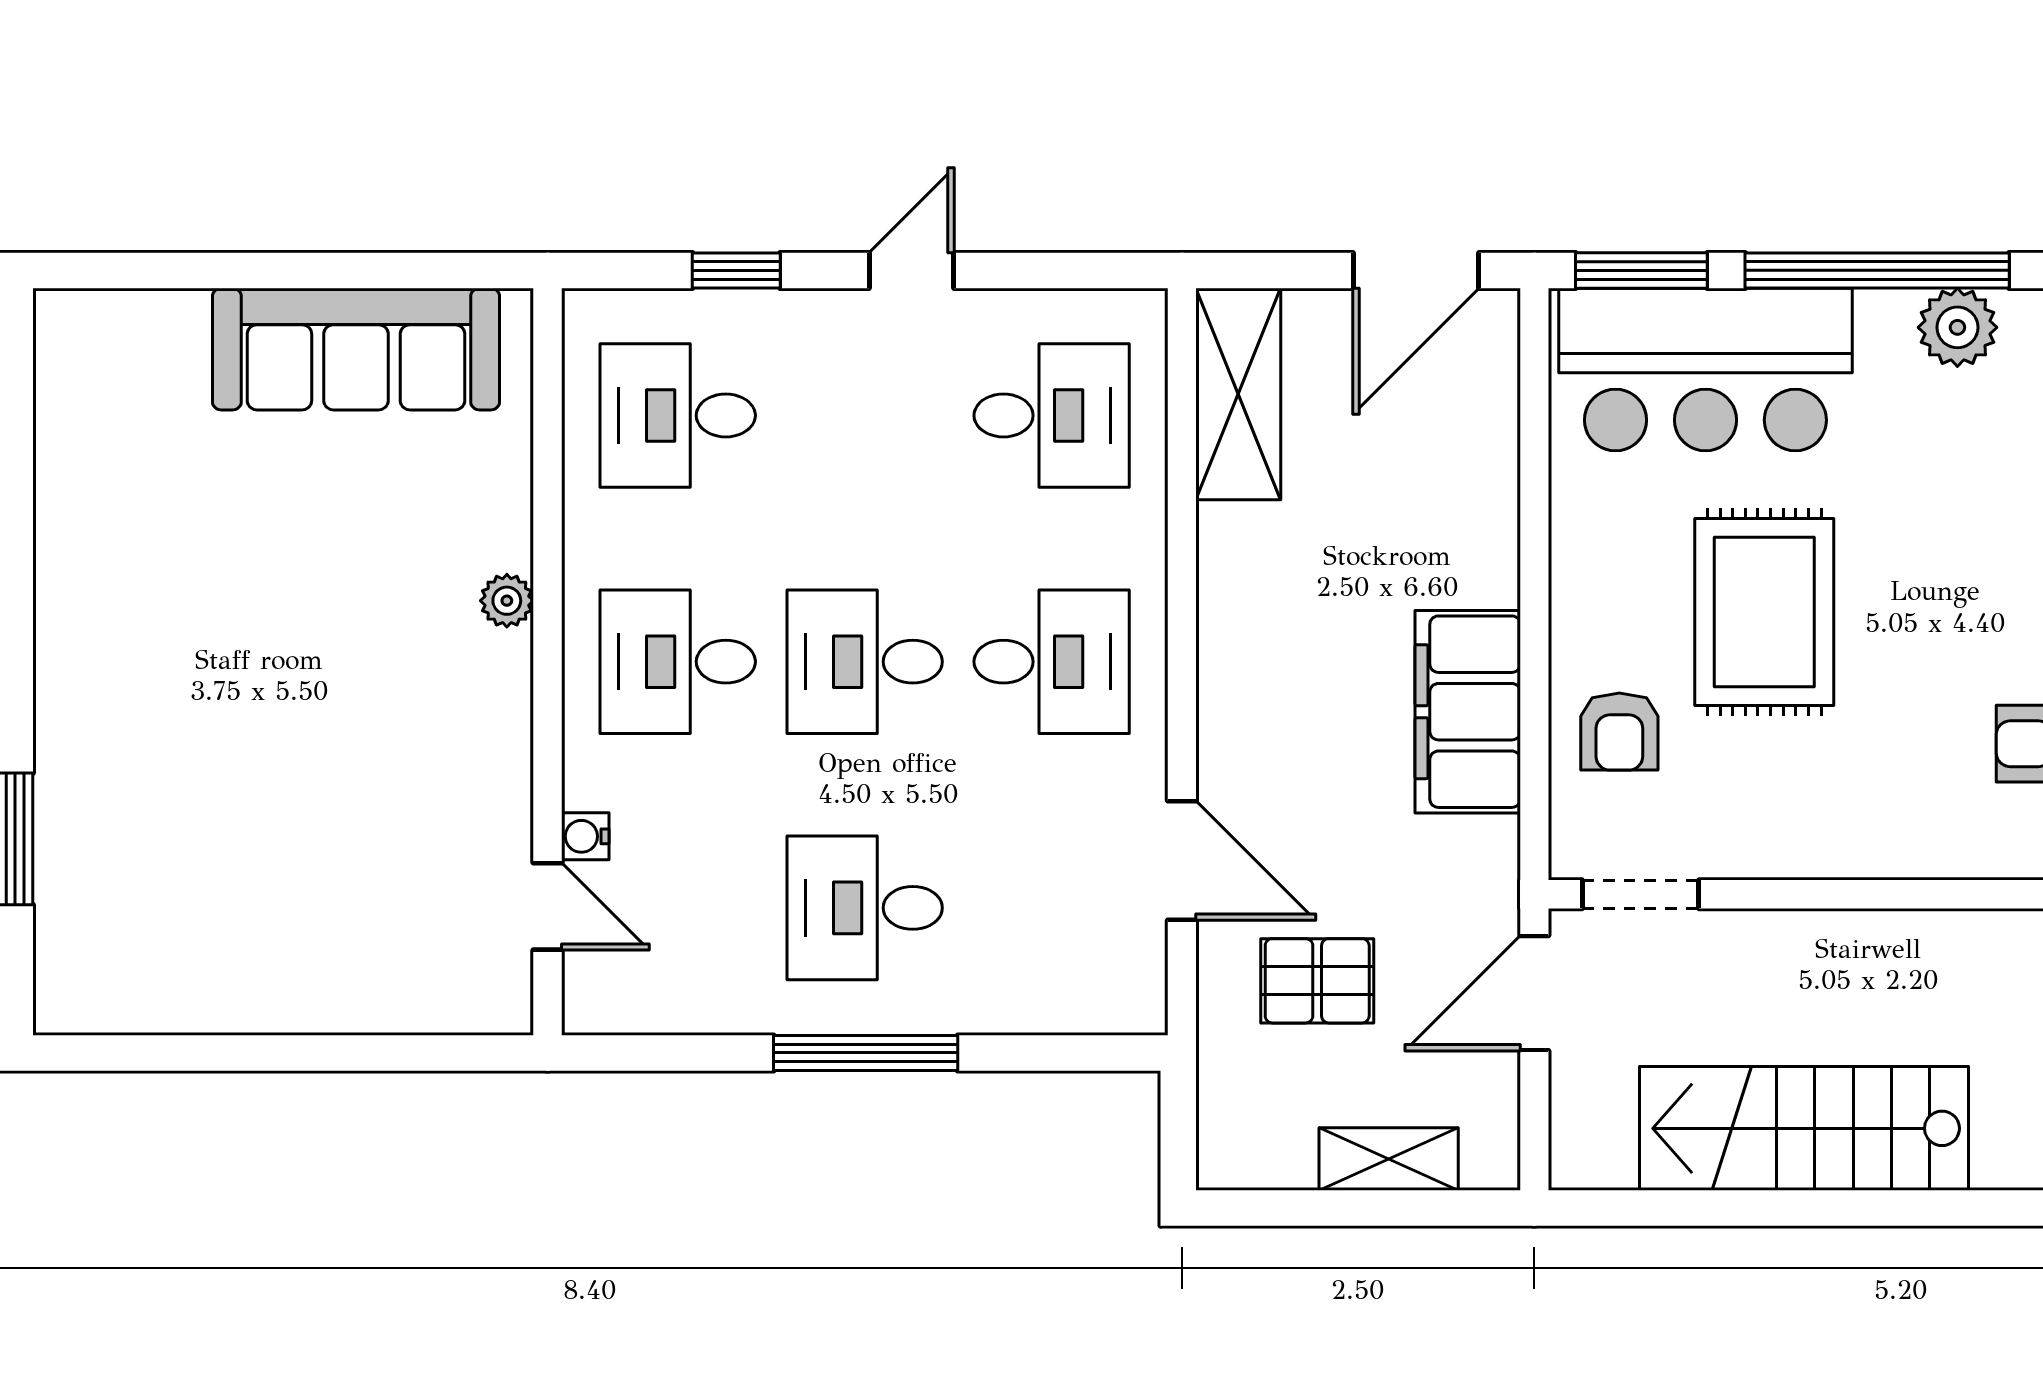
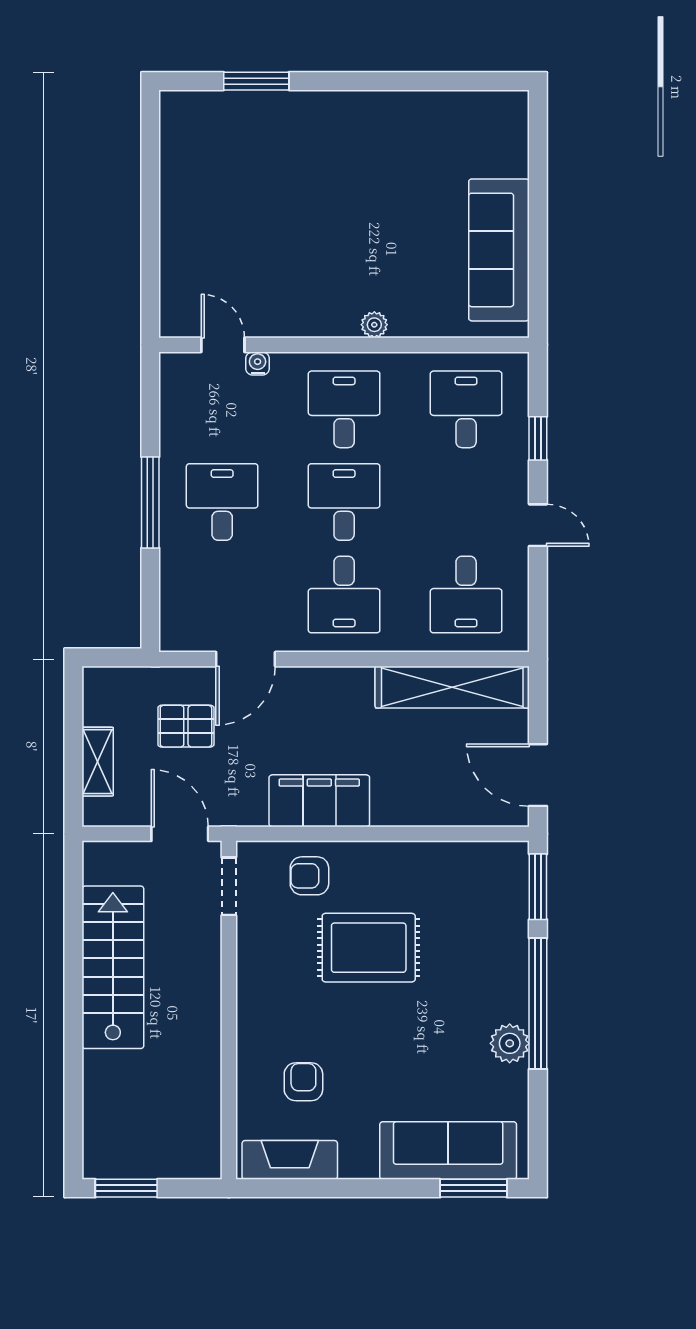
bar counter: (1705, 370) -> (489, 919), removed
shelving: (1238, 394) -> (452, 687), width x1.47
door: (547, 906) -> (223, 345), swing flipped
pallet: (1317, 981) -> (186, 726), turned 90

